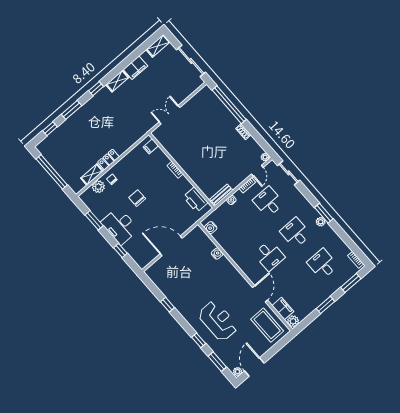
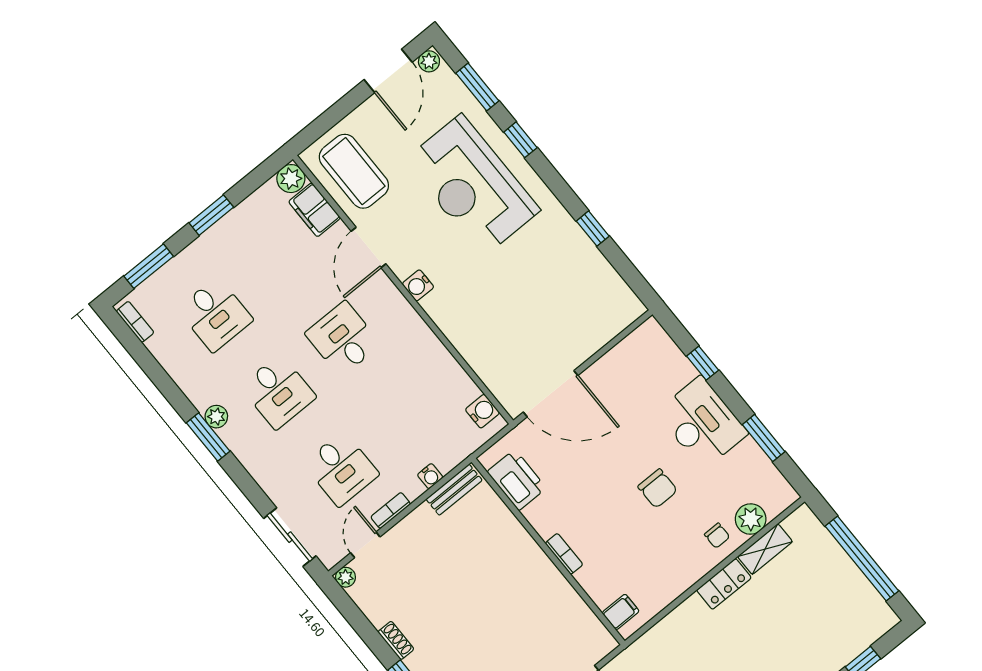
door: (171, 246) -> (551, 394), moved
water cooler: (217, 254) -> (418, 285), moved
reception desk: (218, 321) -> (472, 185), width x1.36, depth x1.30

